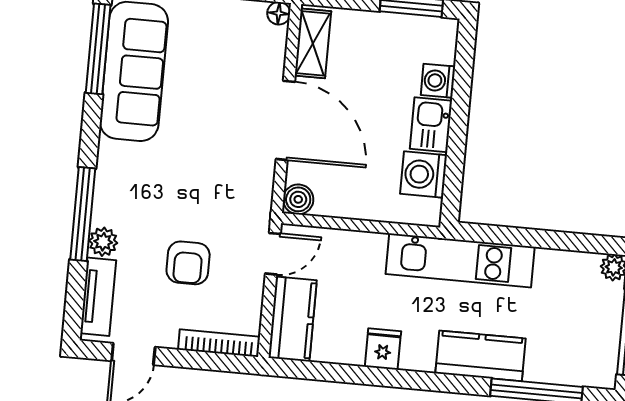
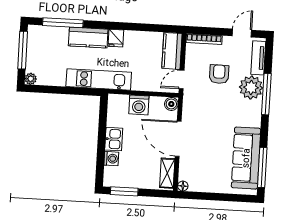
washing machine: (424, 175) -> (139, 105), moved, turned 90
plant: (103, 242) -> (251, 87), width x1.88, depth x1.88
fridge: (383, 349) -> (116, 38), moved

